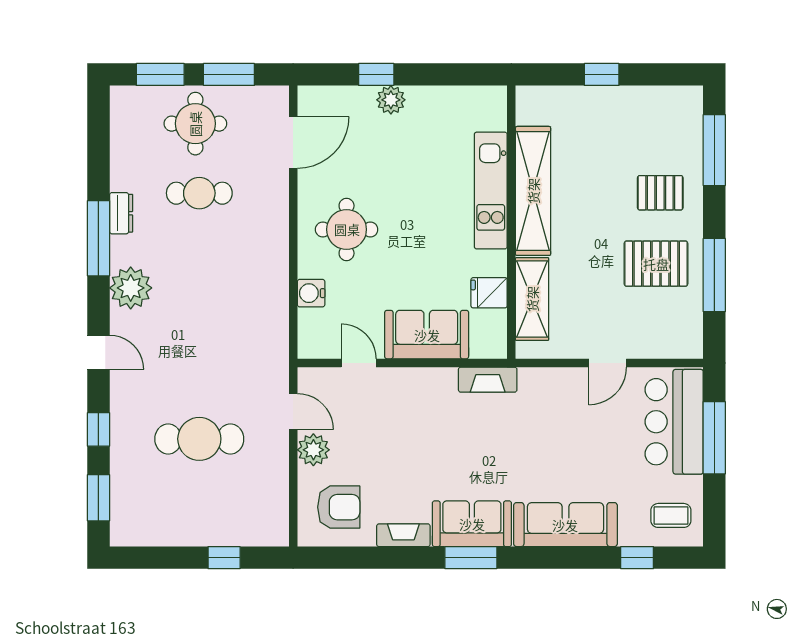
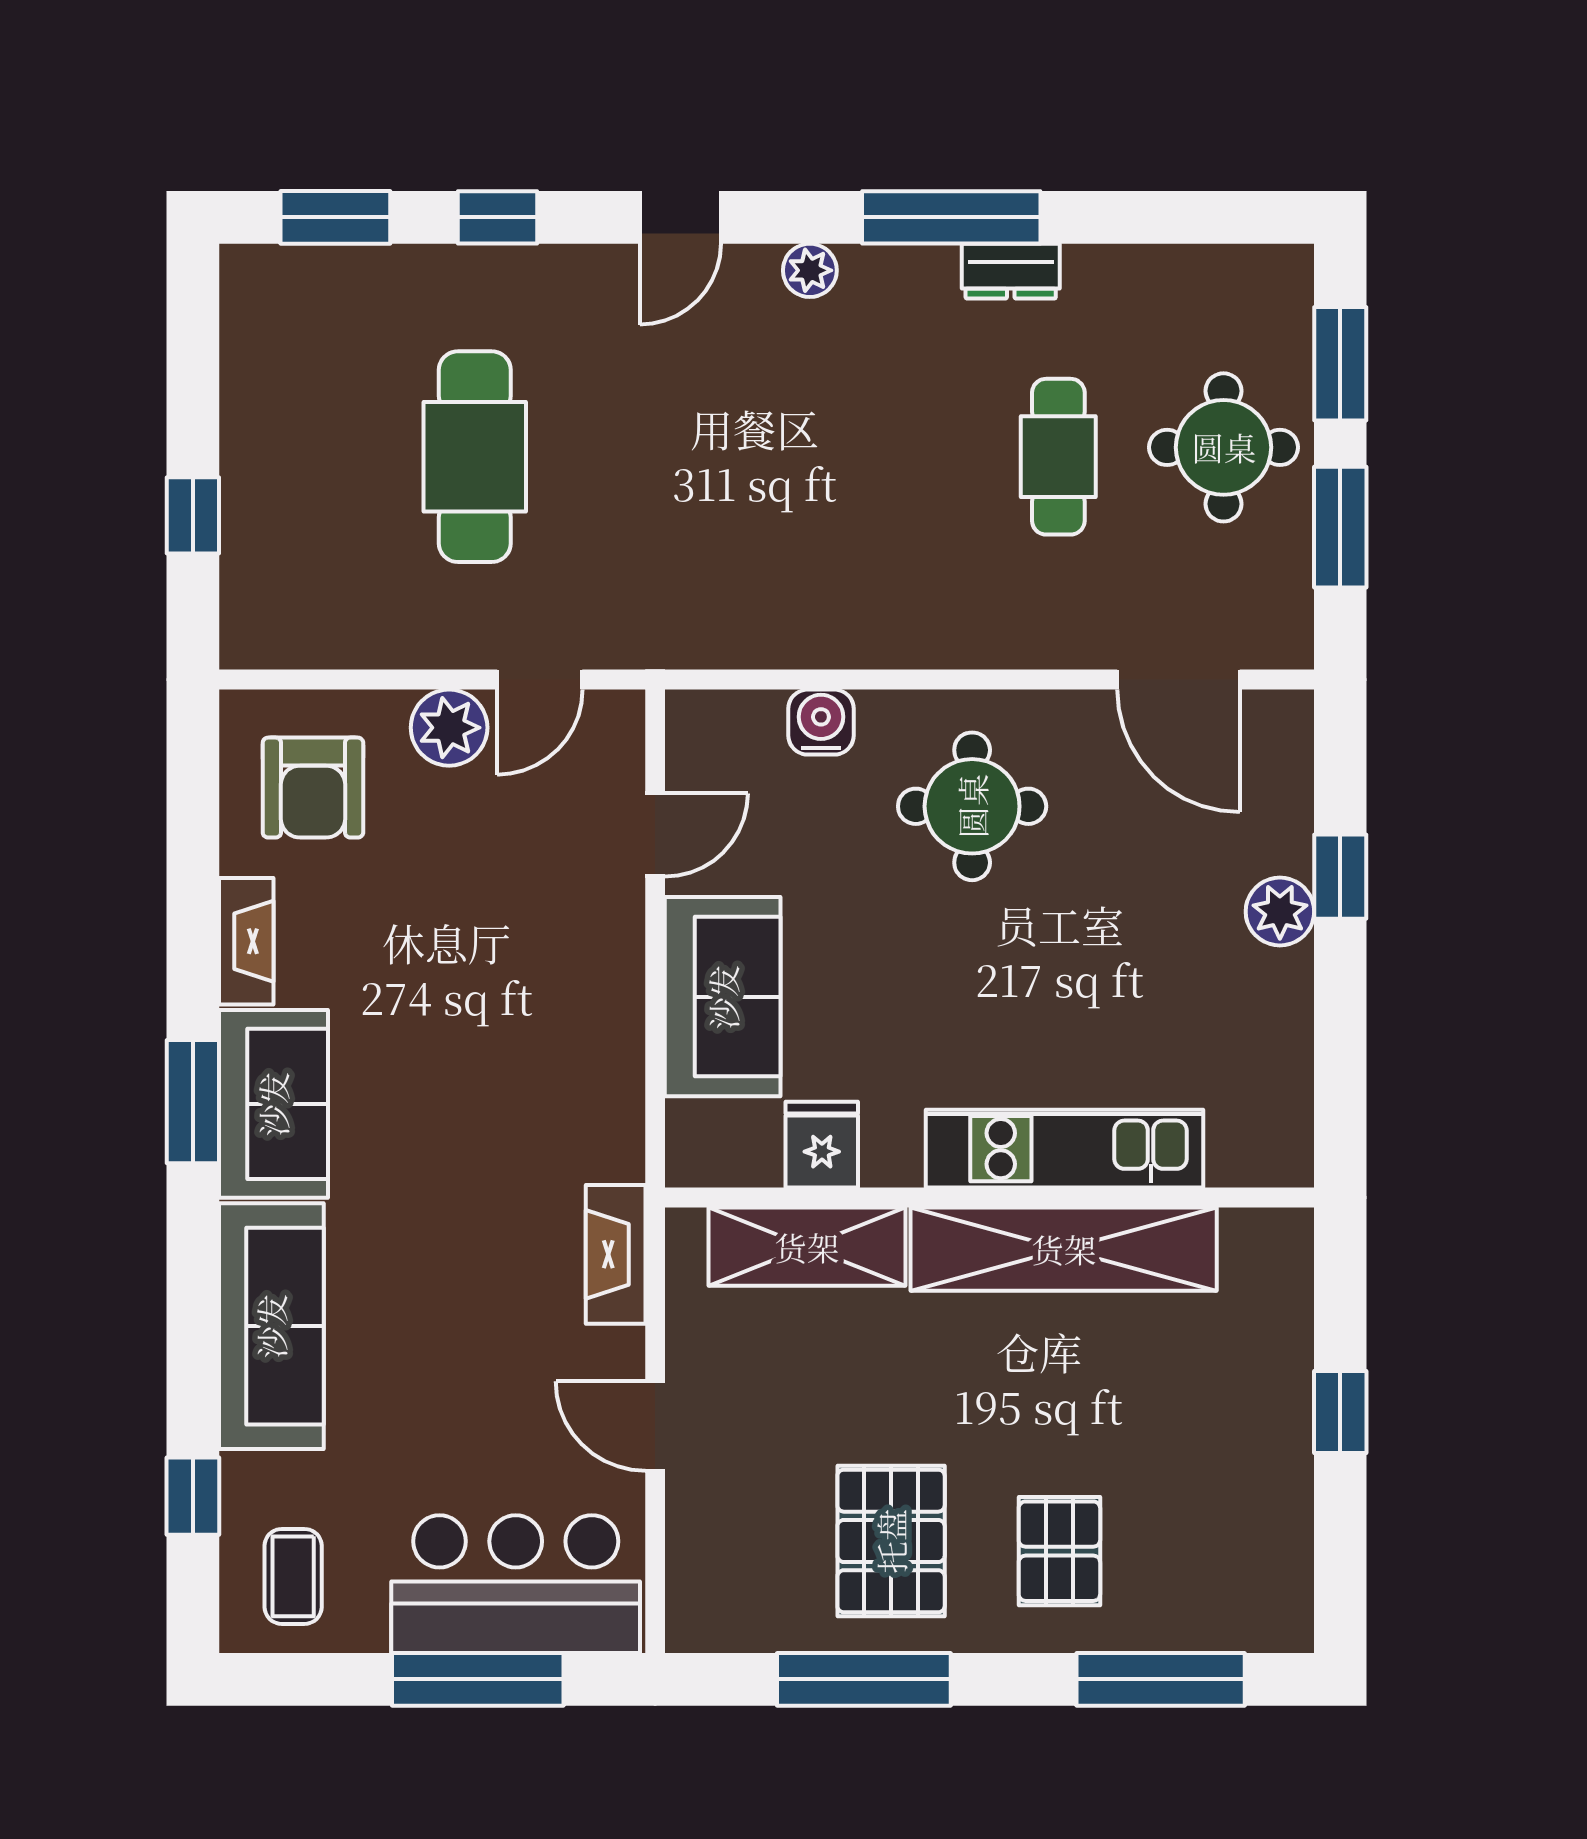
plant: (131, 288) -> (810, 270), width x0.53, depth x0.53
fireplace: (488, 380) -> (616, 1254), moved

